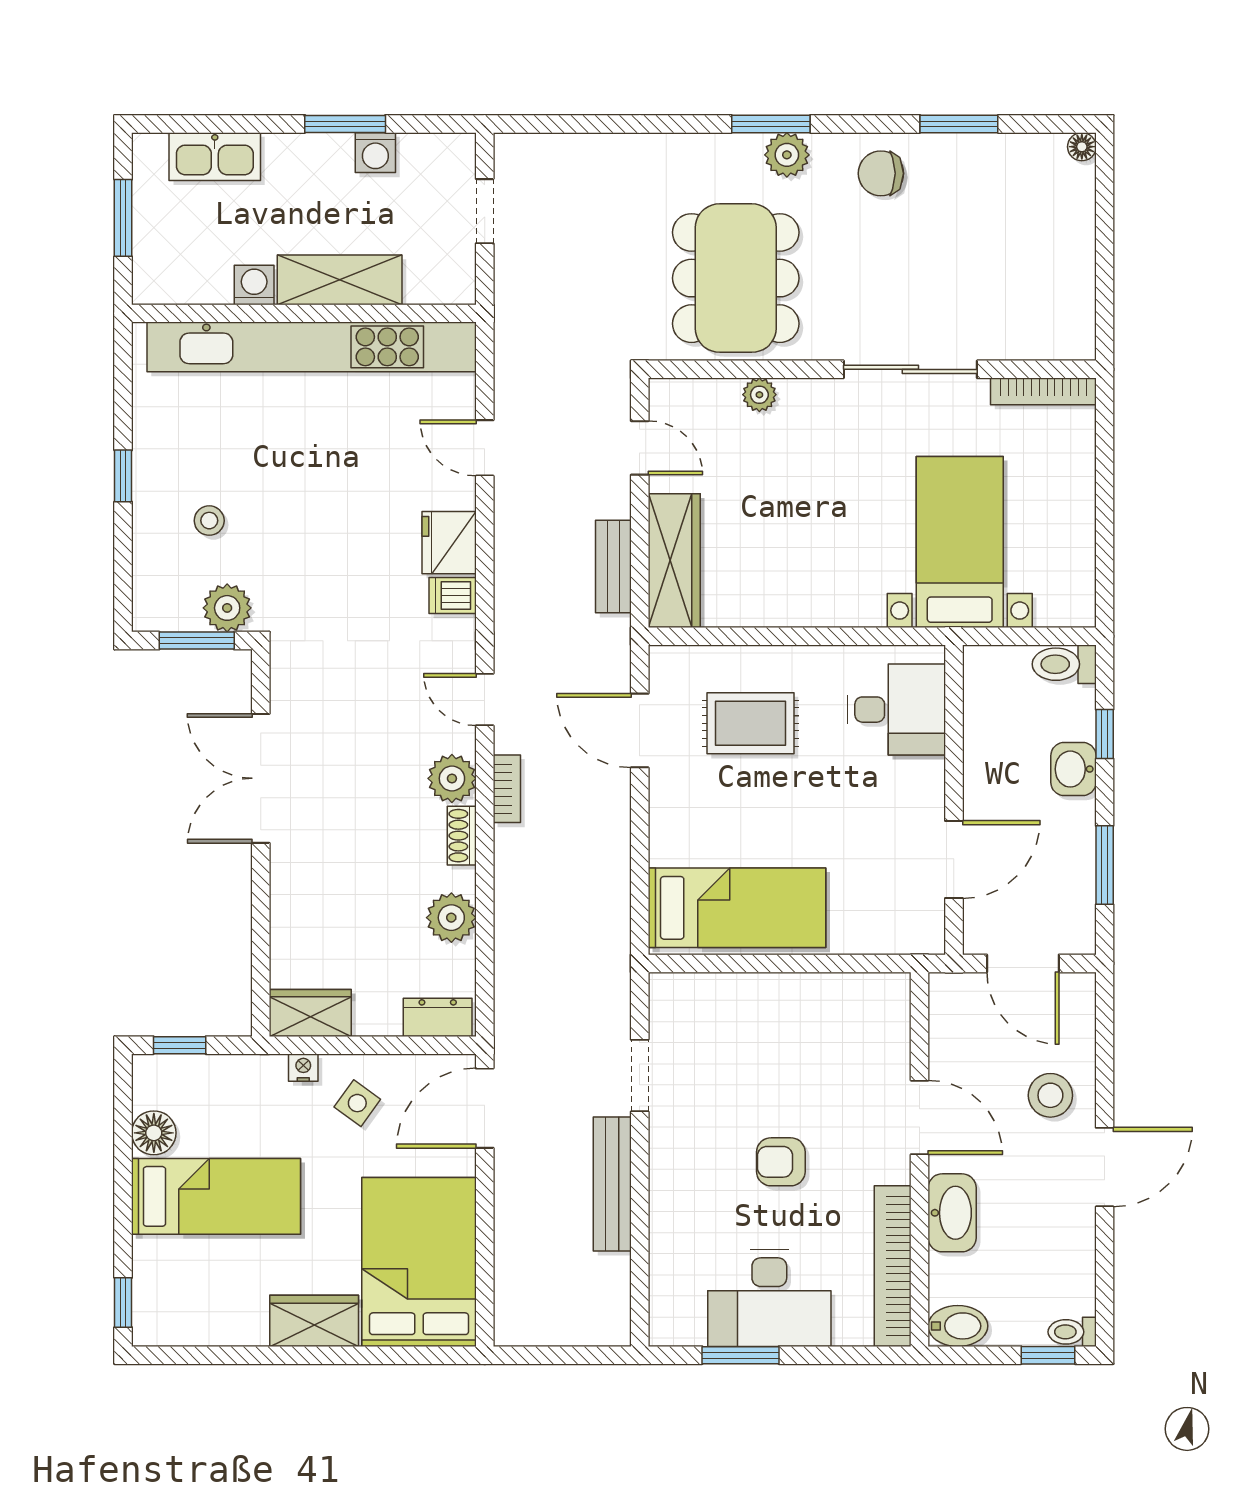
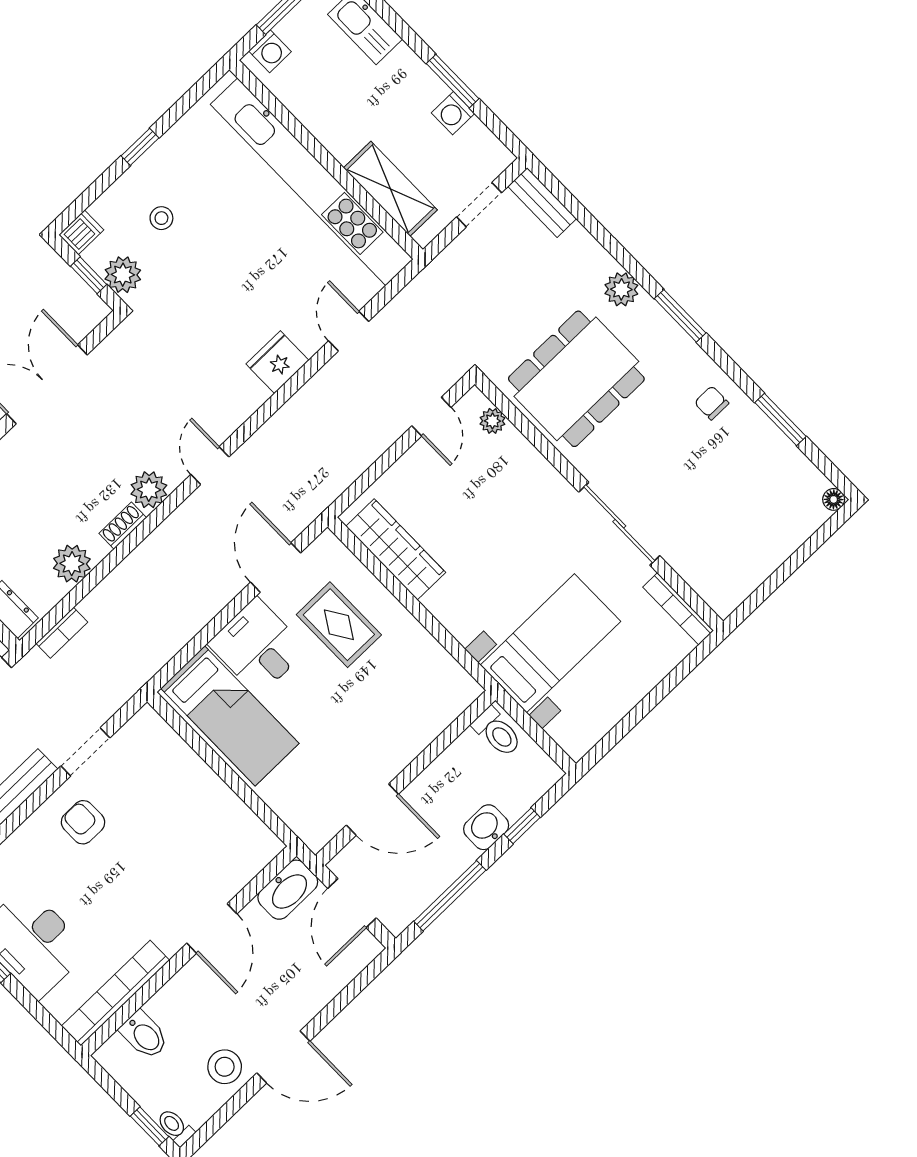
plant: (787, 155) -> (621, 289), moved
chair: (881, 173) -> (712, 403), width x0.73, depth x0.73
shelving: (340, 280) -> (390, 189), moved
washing machine: (254, 285) -> (270, 51), moved, turned 90
plant: (759, 395) -> (492, 421), moved
wardrobe: (674, 561) -> (396, 549), moved, turned -90
bench: (613, 567) -> (542, 202), moved, turned 90
dishwasher: (453, 596) -> (81, 232), moved, turned 90
window: (197, 641) -> (89, 275), width x0.67
toilet: (1064, 664) -> (497, 732), moved, turned 180
desk: (896, 710) -> (258, 647), moved, turned 180
bookcase: (507, 789) -> (62, 633), moved
window: (1105, 865) -> (450, 896), width x1.44
stool: (1050, 1095) -> (225, 1067), moved
armchair: (781, 1162) -> (83, 822), moved
washbasin: (952, 1213) -> (288, 890), moved
bidet: (958, 1326) -> (144, 1035), moved

